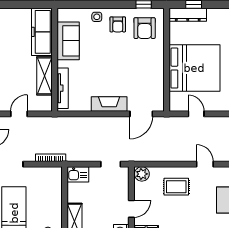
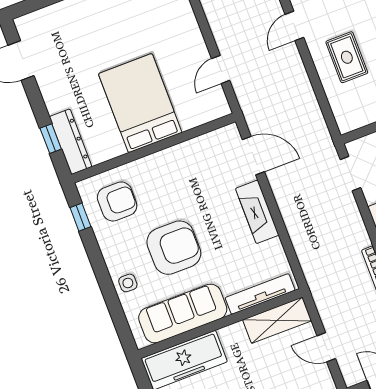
armchair: (118, 24) -> (174, 248), moved, width x1.88, depth x1.88
sofa: (68, 41) -> (183, 314), width x1.36
bed: (194, 68) -> (140, 103), width x0.73
shelving: (44, 76) -> (277, 320), moved
plant: (142, 174) -> (347, 119), removed

